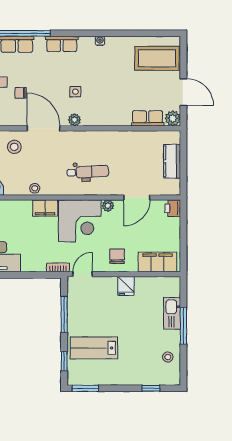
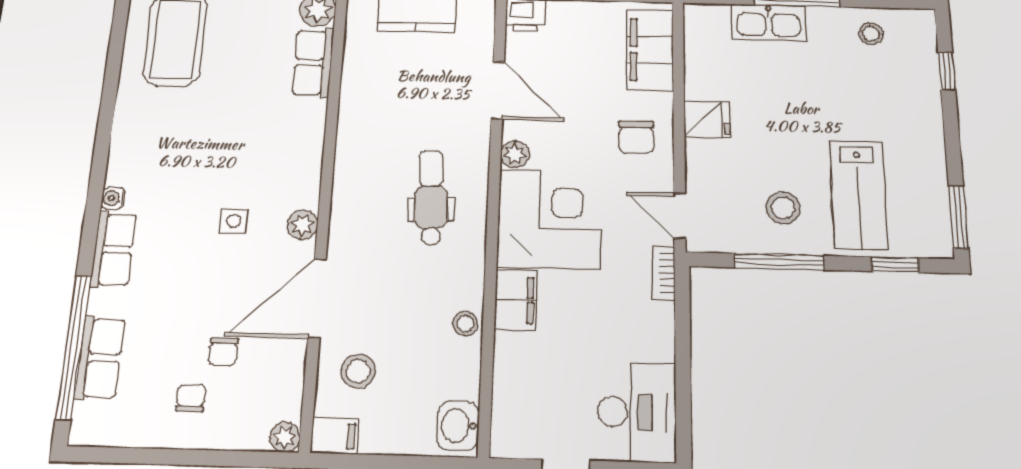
water cooler: (100, 41) -> (113, 198), moved
chair: (117, 256) -> (636, 137), turned -90
stool: (87, 317) -> (783, 208), added

